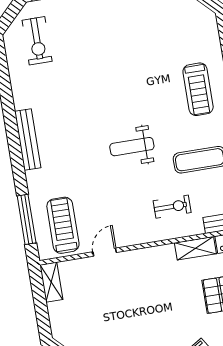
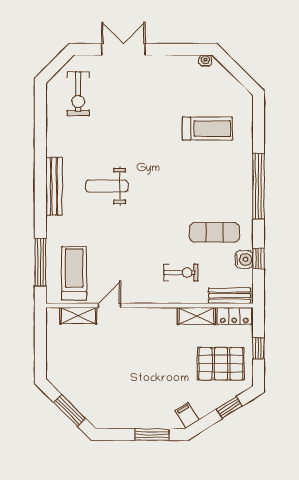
treadmill: (198, 89) -> (207, 129), moved, turned -90
weight bench: (132, 147) -> (107, 186), moved
shelving: (51, 282) -> (78, 316), moved, turned 90

